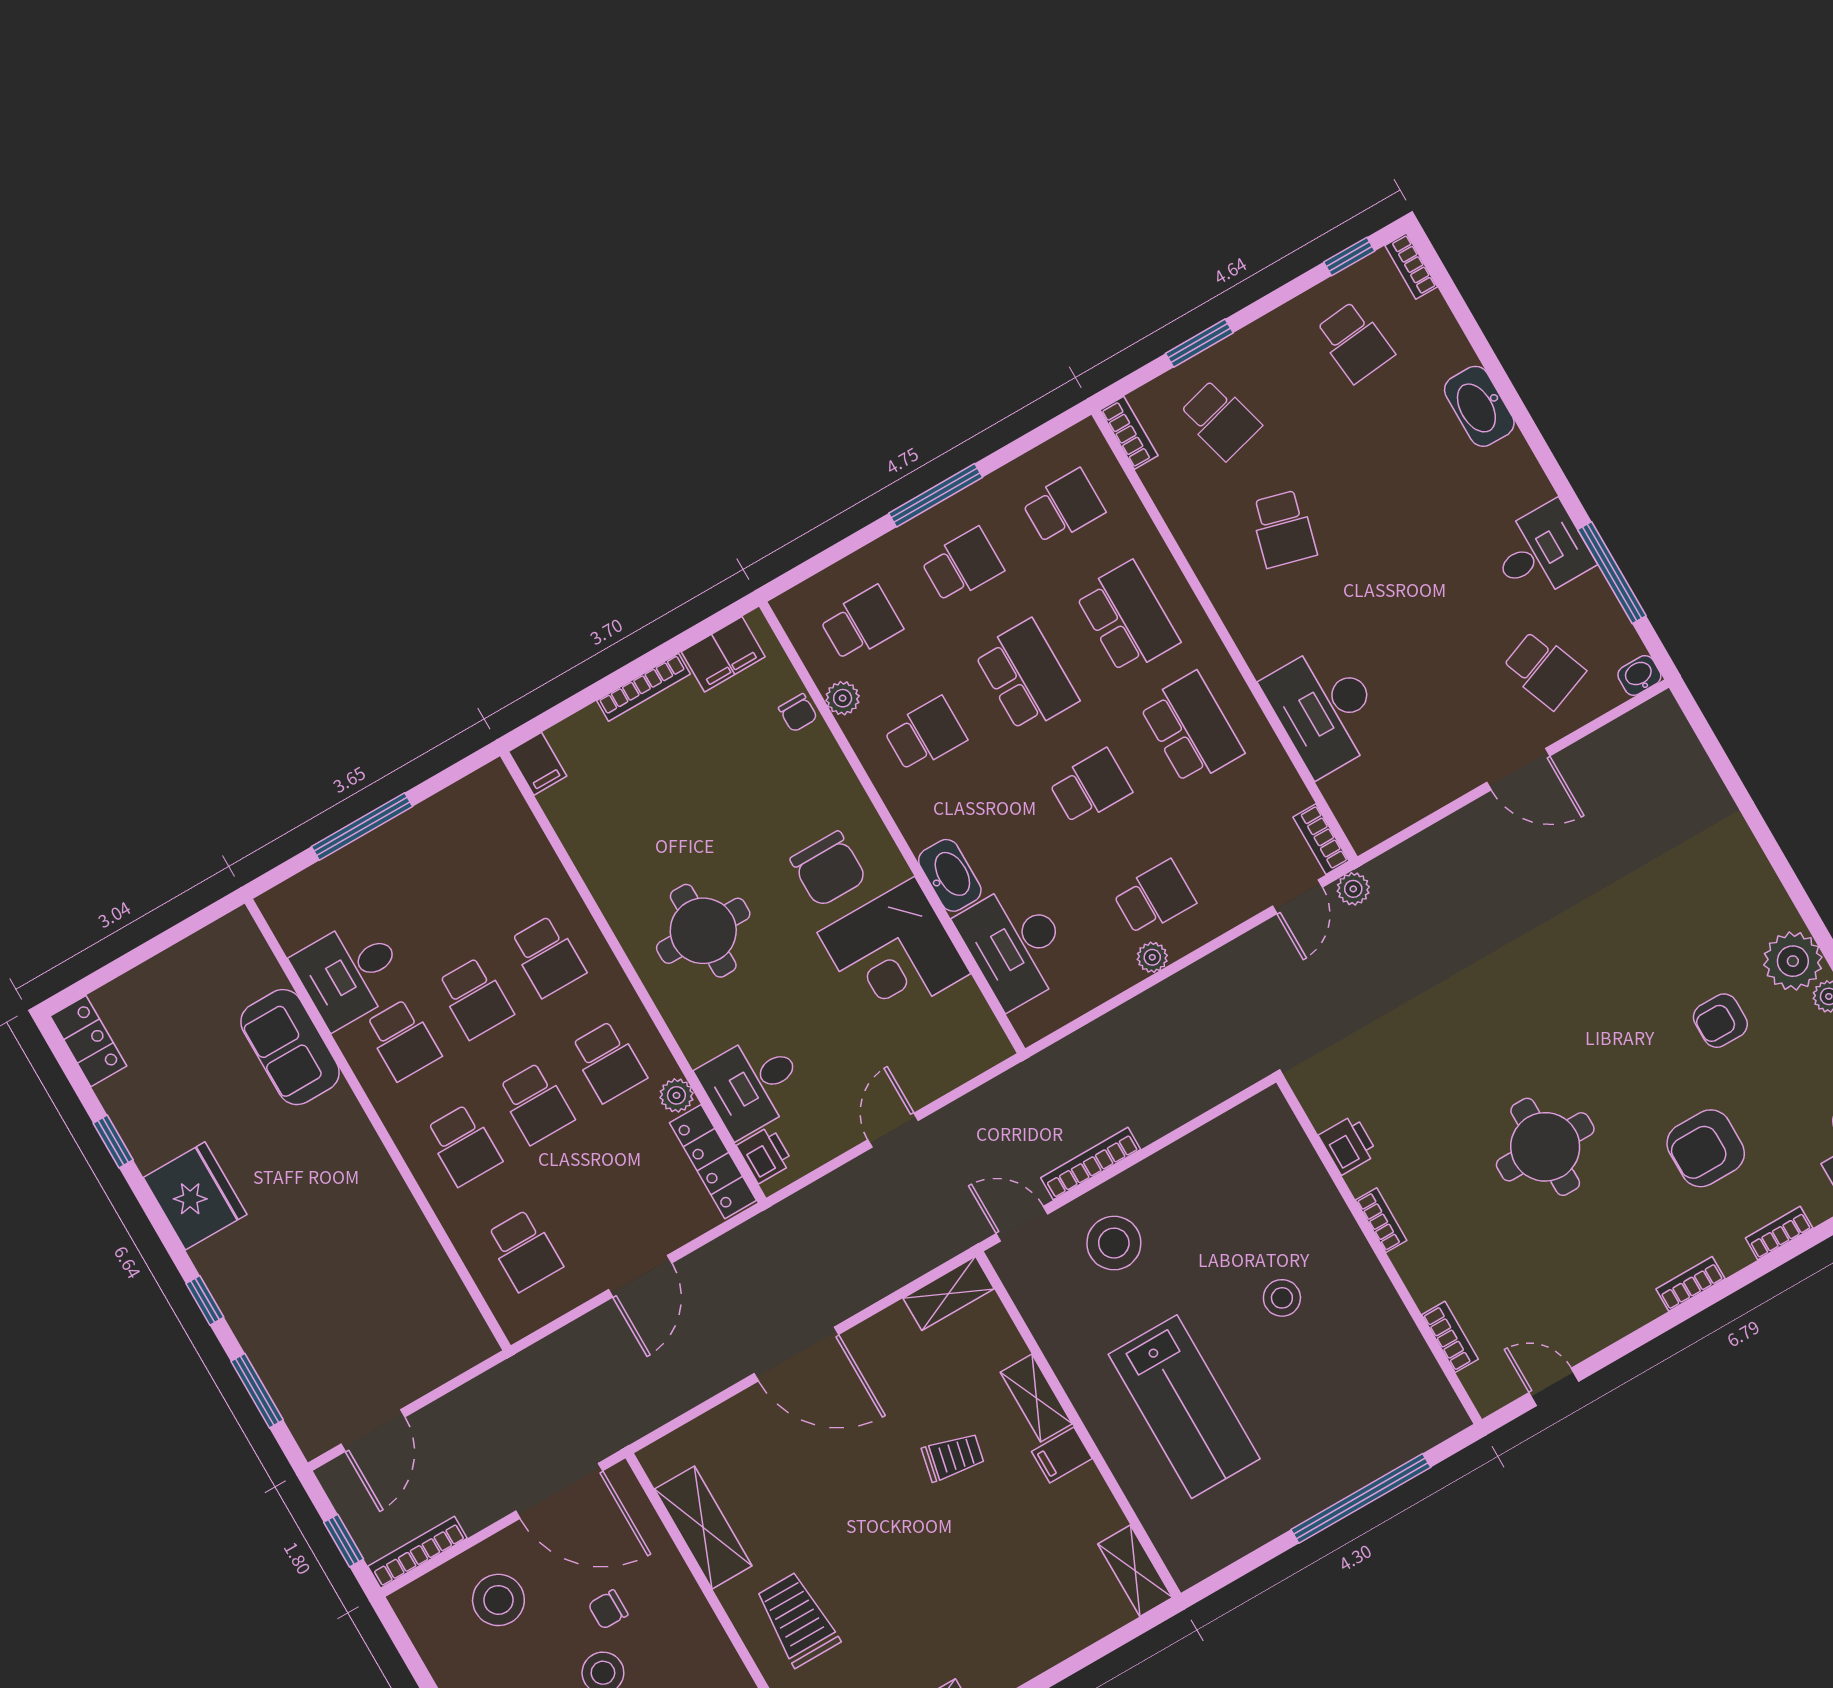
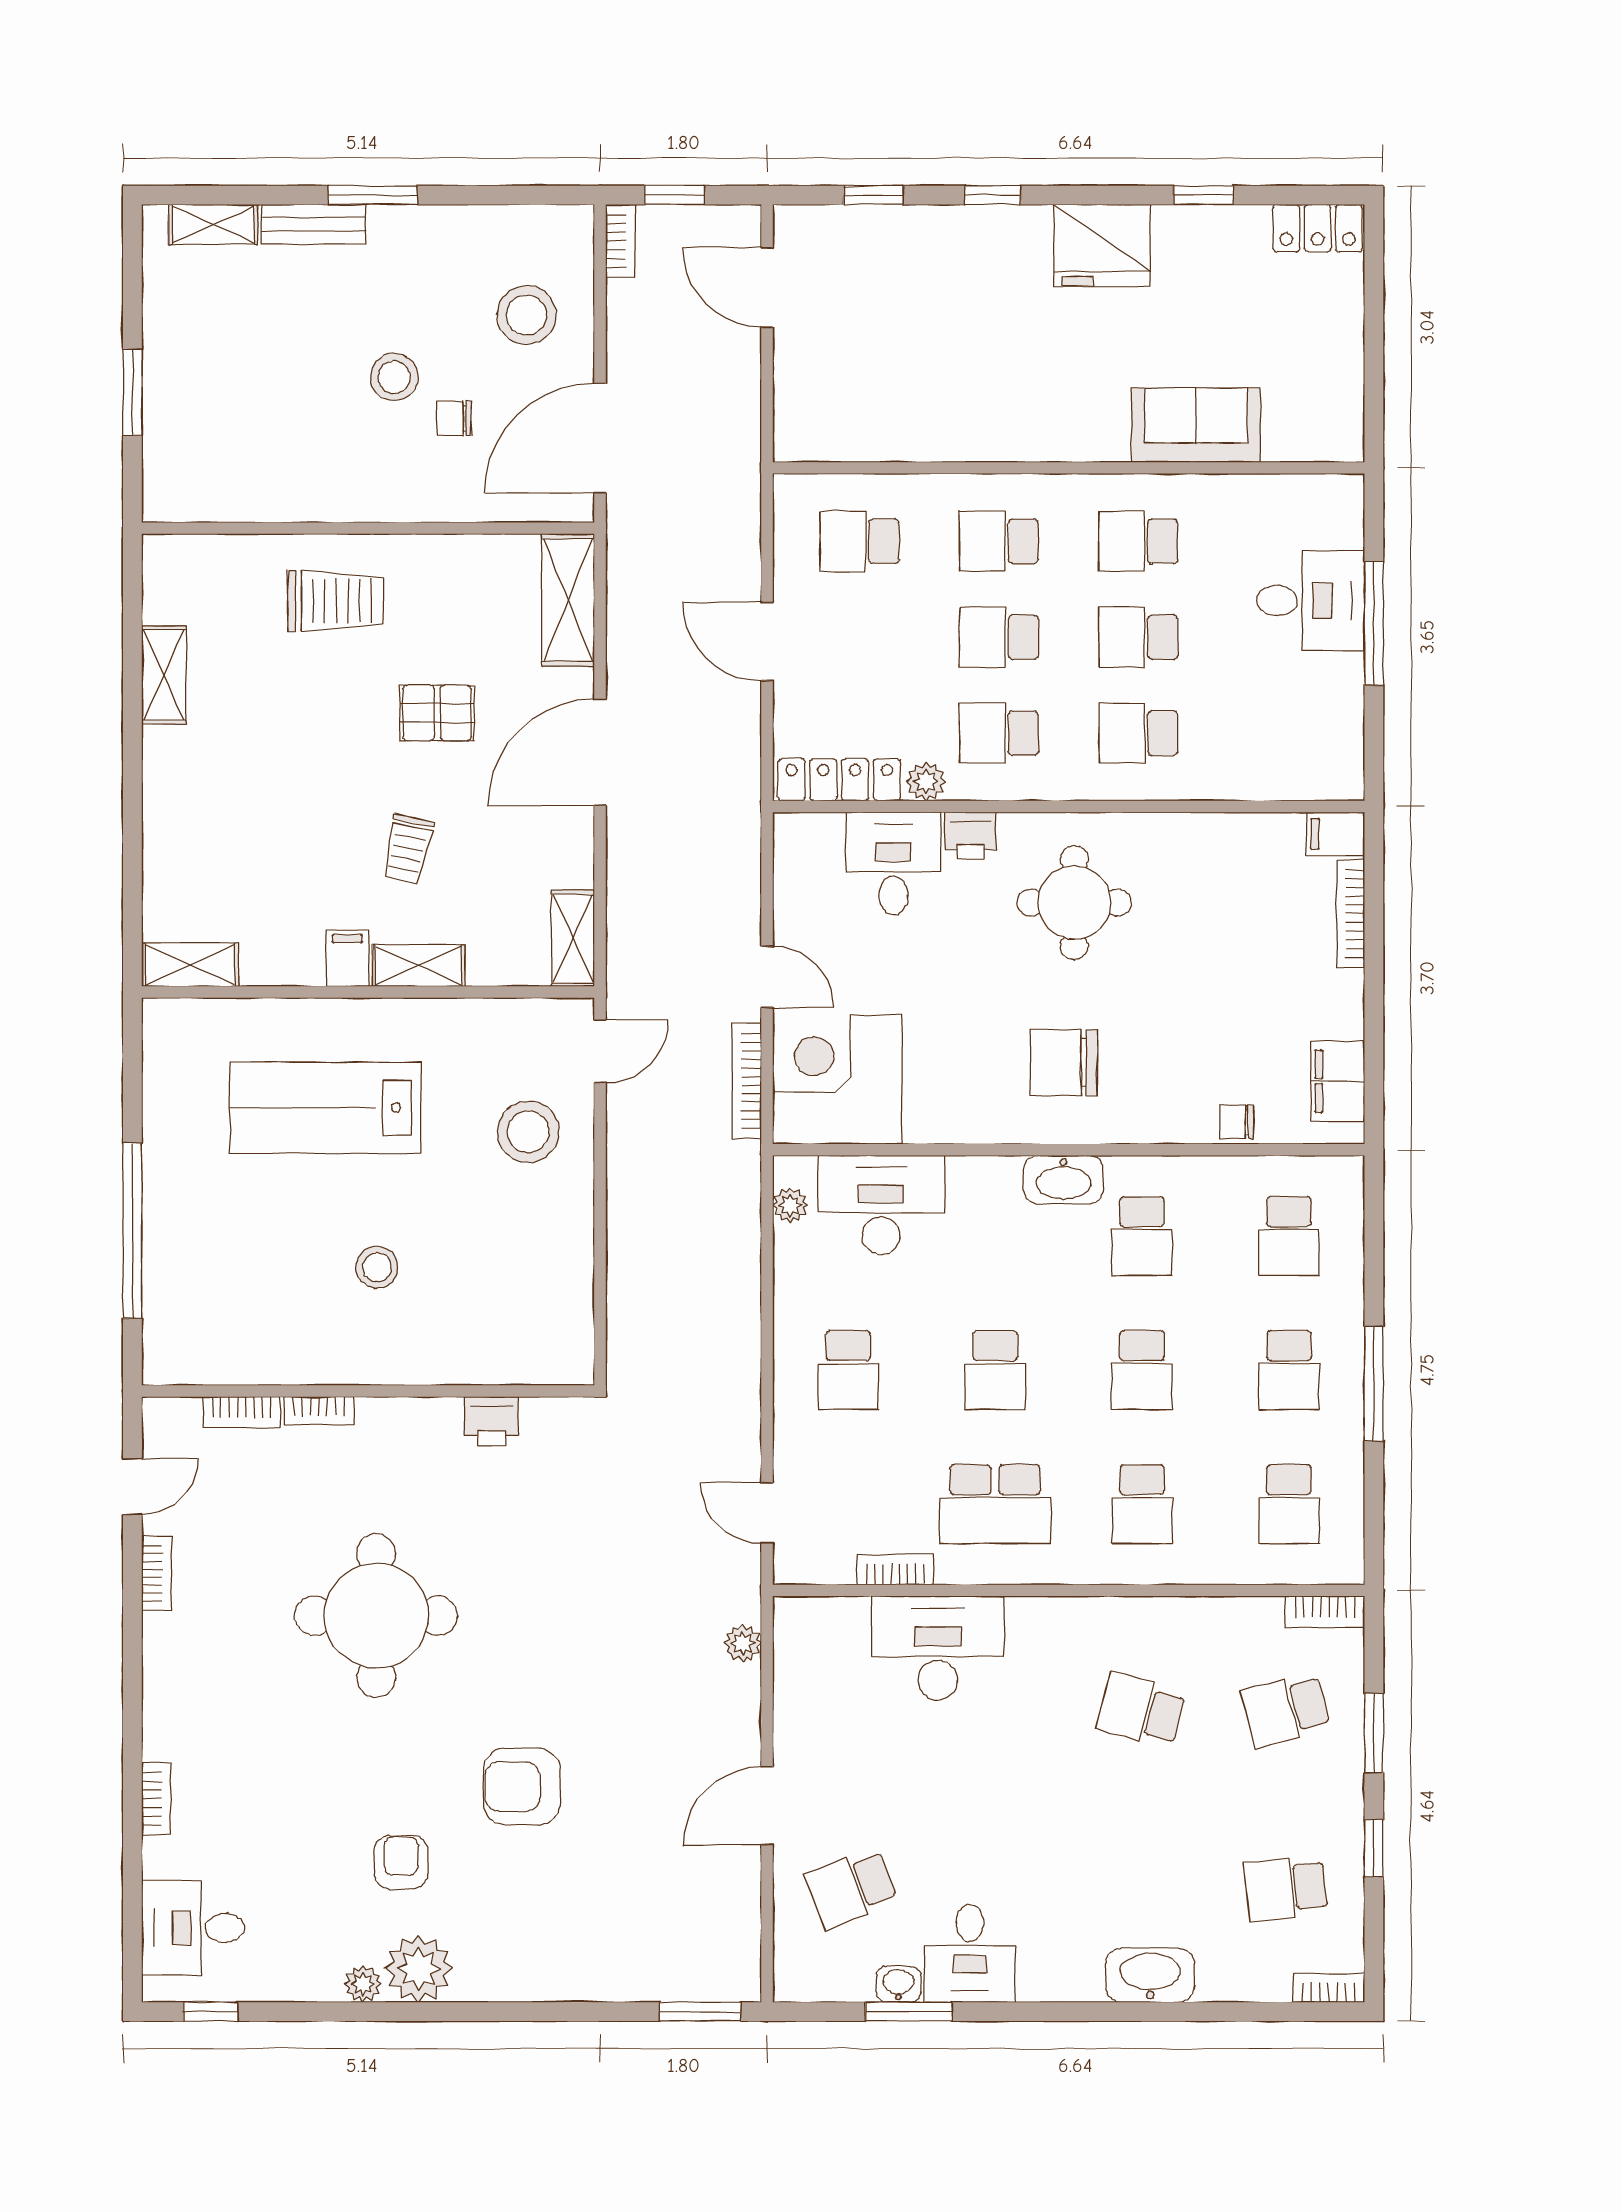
window: (1349, 256) -> (1374, 1848), moved
window: (1612, 573) -> (909, 2012), width x0.69
school desk: (1127, 618) -> (1142, 1504), width x0.54
washbasin: (1639, 675) -> (898, 1984), moved, turned -90
school desk: (1026, 676) -> (1142, 1370), width x0.54
bookcase: (643, 687) -> (1351, 914), moved
plant: (843, 698) -> (1226, 1175), removed
window: (1703, 730) -> (700, 2012), added
bookcase: (1321, 839) -> (895, 1570), moved
washbasin: (950, 875) -> (1063, 1180), moved
plant: (1353, 889) -> (743, 1643), moved
corner desk: (894, 953) -> (837, 1079), moved
plant: (1152, 957) -> (790, 1205), moved
desk: (350, 972) -> (1311, 601), moved, turned 90
round table: (1545, 1147) -> (376, 1616), width x1.36, depth x1.36
armchair: (1706, 1148) -> (522, 1787), moved, turned -90
printer: (765, 1155) -> (970, 835), moved
bookcase: (1091, 1164) -> (747, 1081), moved, turned 180
bookcase: (1381, 1220) -> (319, 1411), moved
bookcase: (1690, 1284) -> (157, 1573), moved
window: (257, 1391) -> (873, 195), width x0.67
pallet: (838, 1494) -> (437, 713), added
shelving: (703, 1527) -> (568, 600), moved, turned 90
bookcase: (417, 1552) -> (620, 241), width x0.64
chair: (608, 1610) -> (454, 418), turned -90

